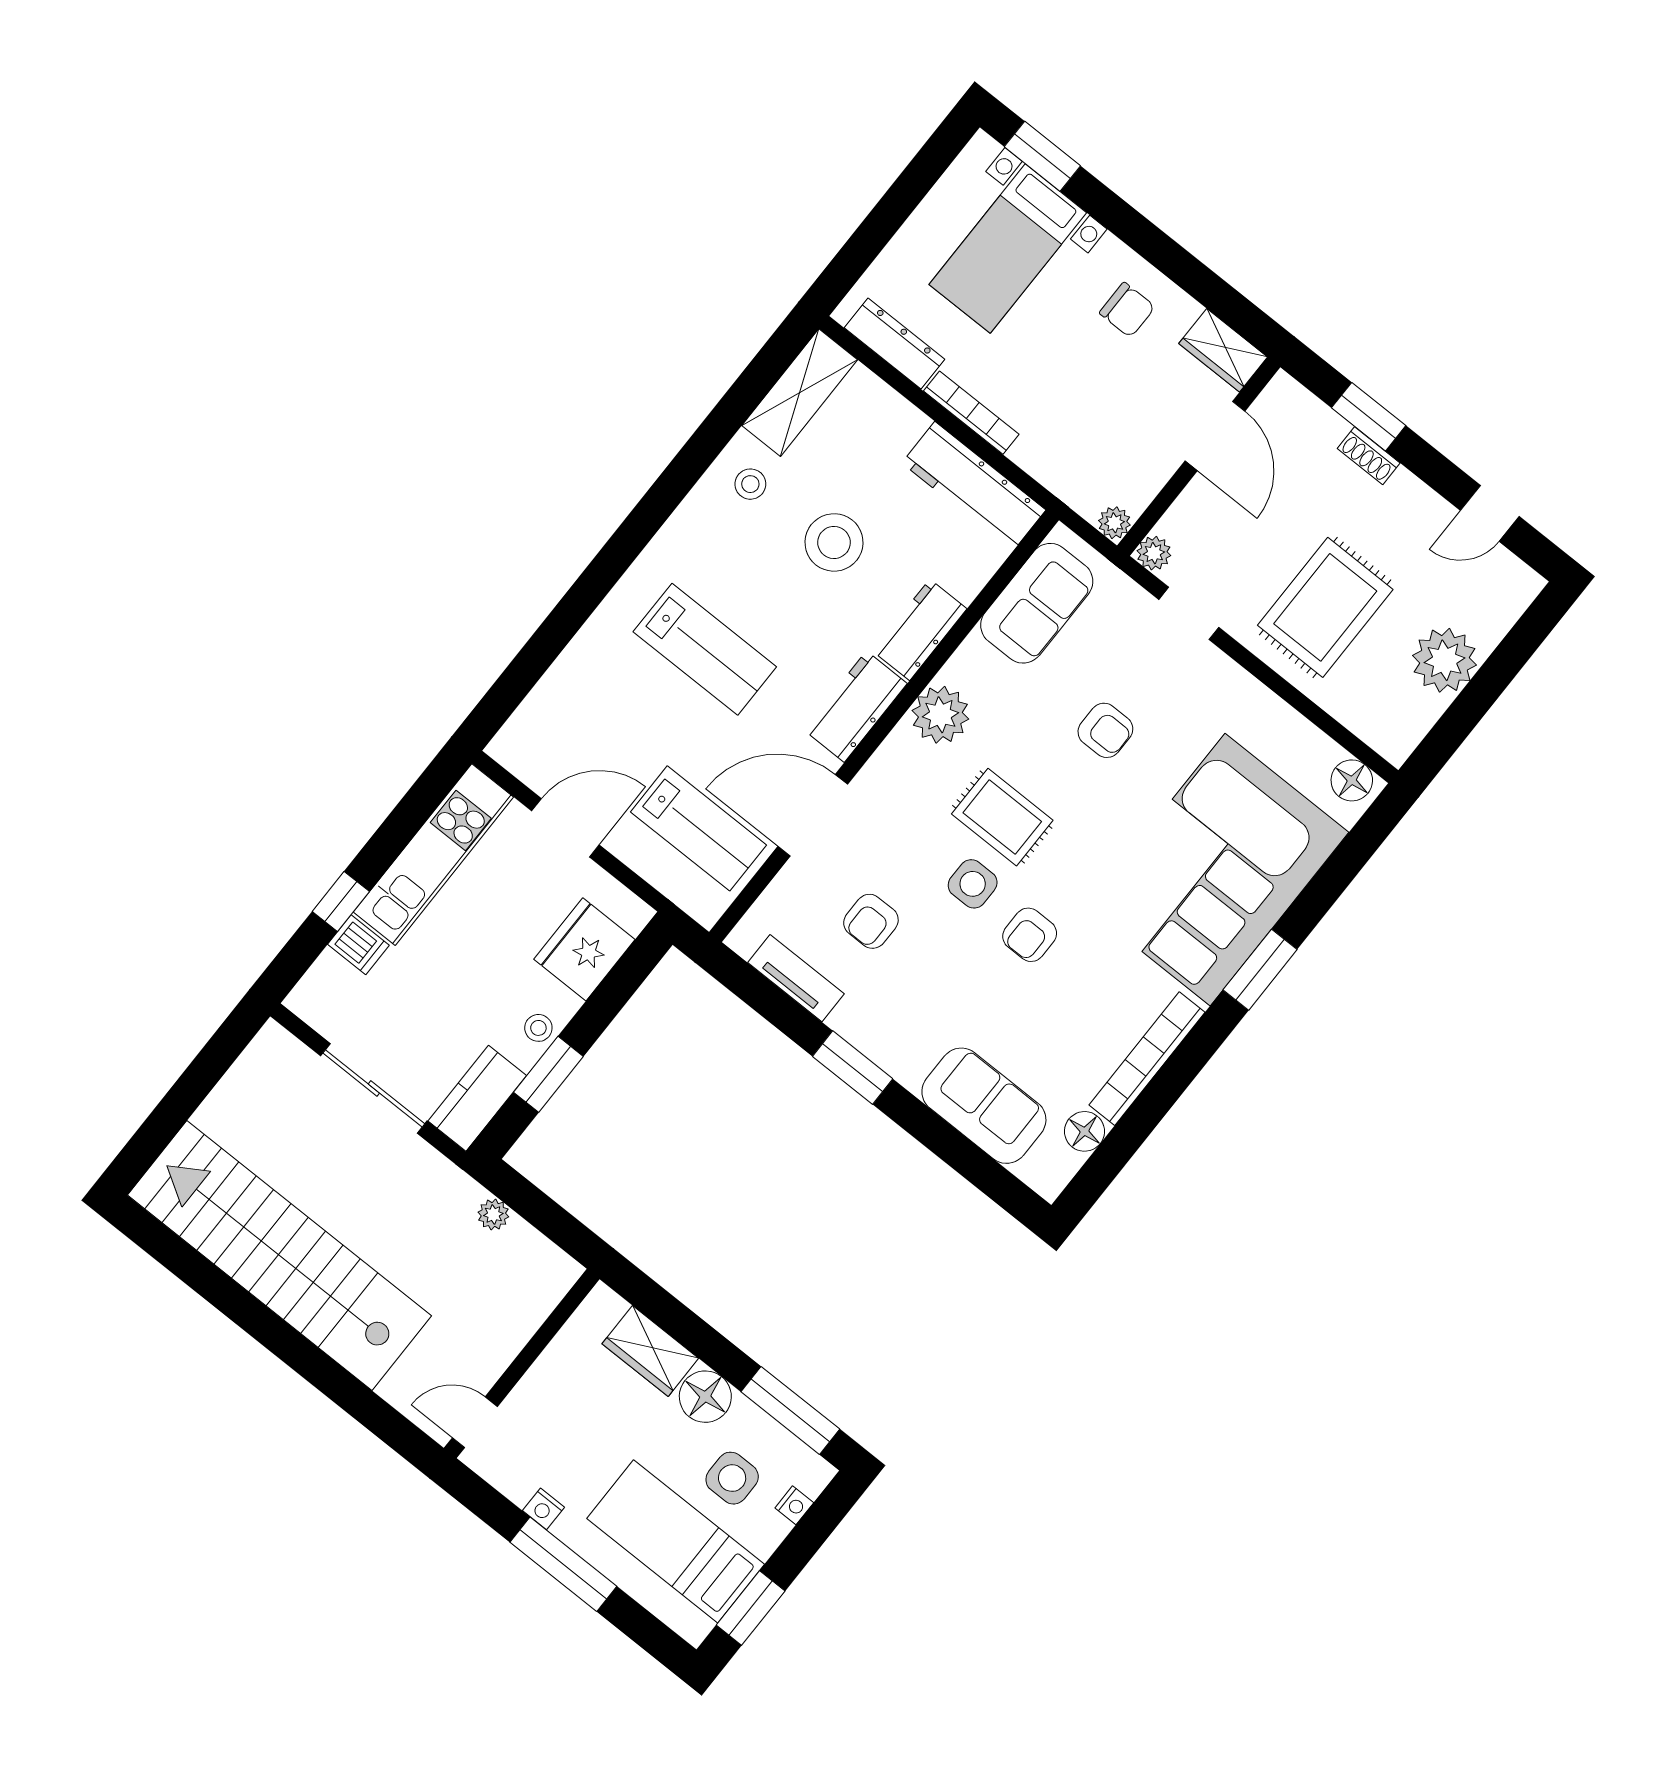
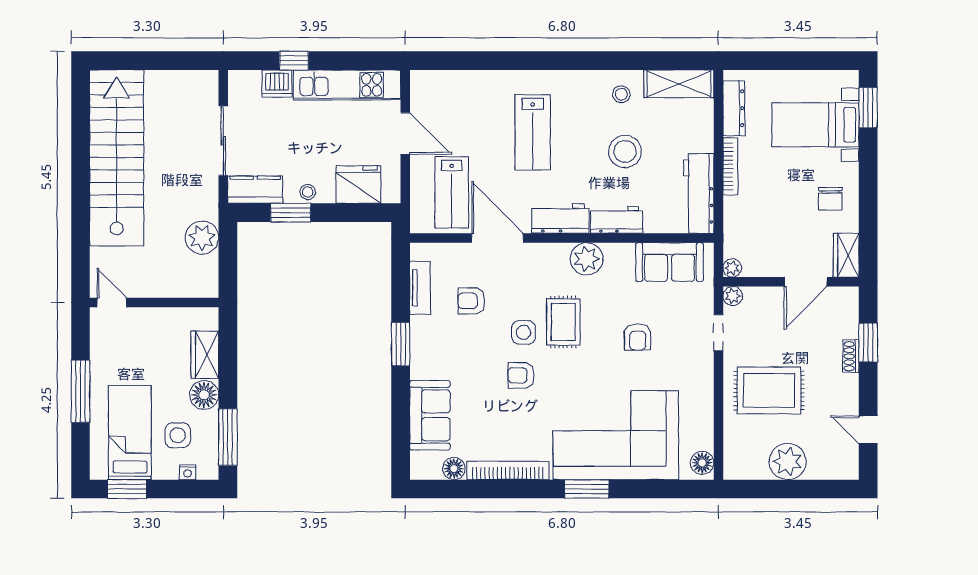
dishwasher: (358, 945) -> (277, 84), width x1.38
plant: (493, 1215) -> (202, 238), width x1.88, depth x1.88
nightstand: (544, 1509) -> (98, 363), removed

